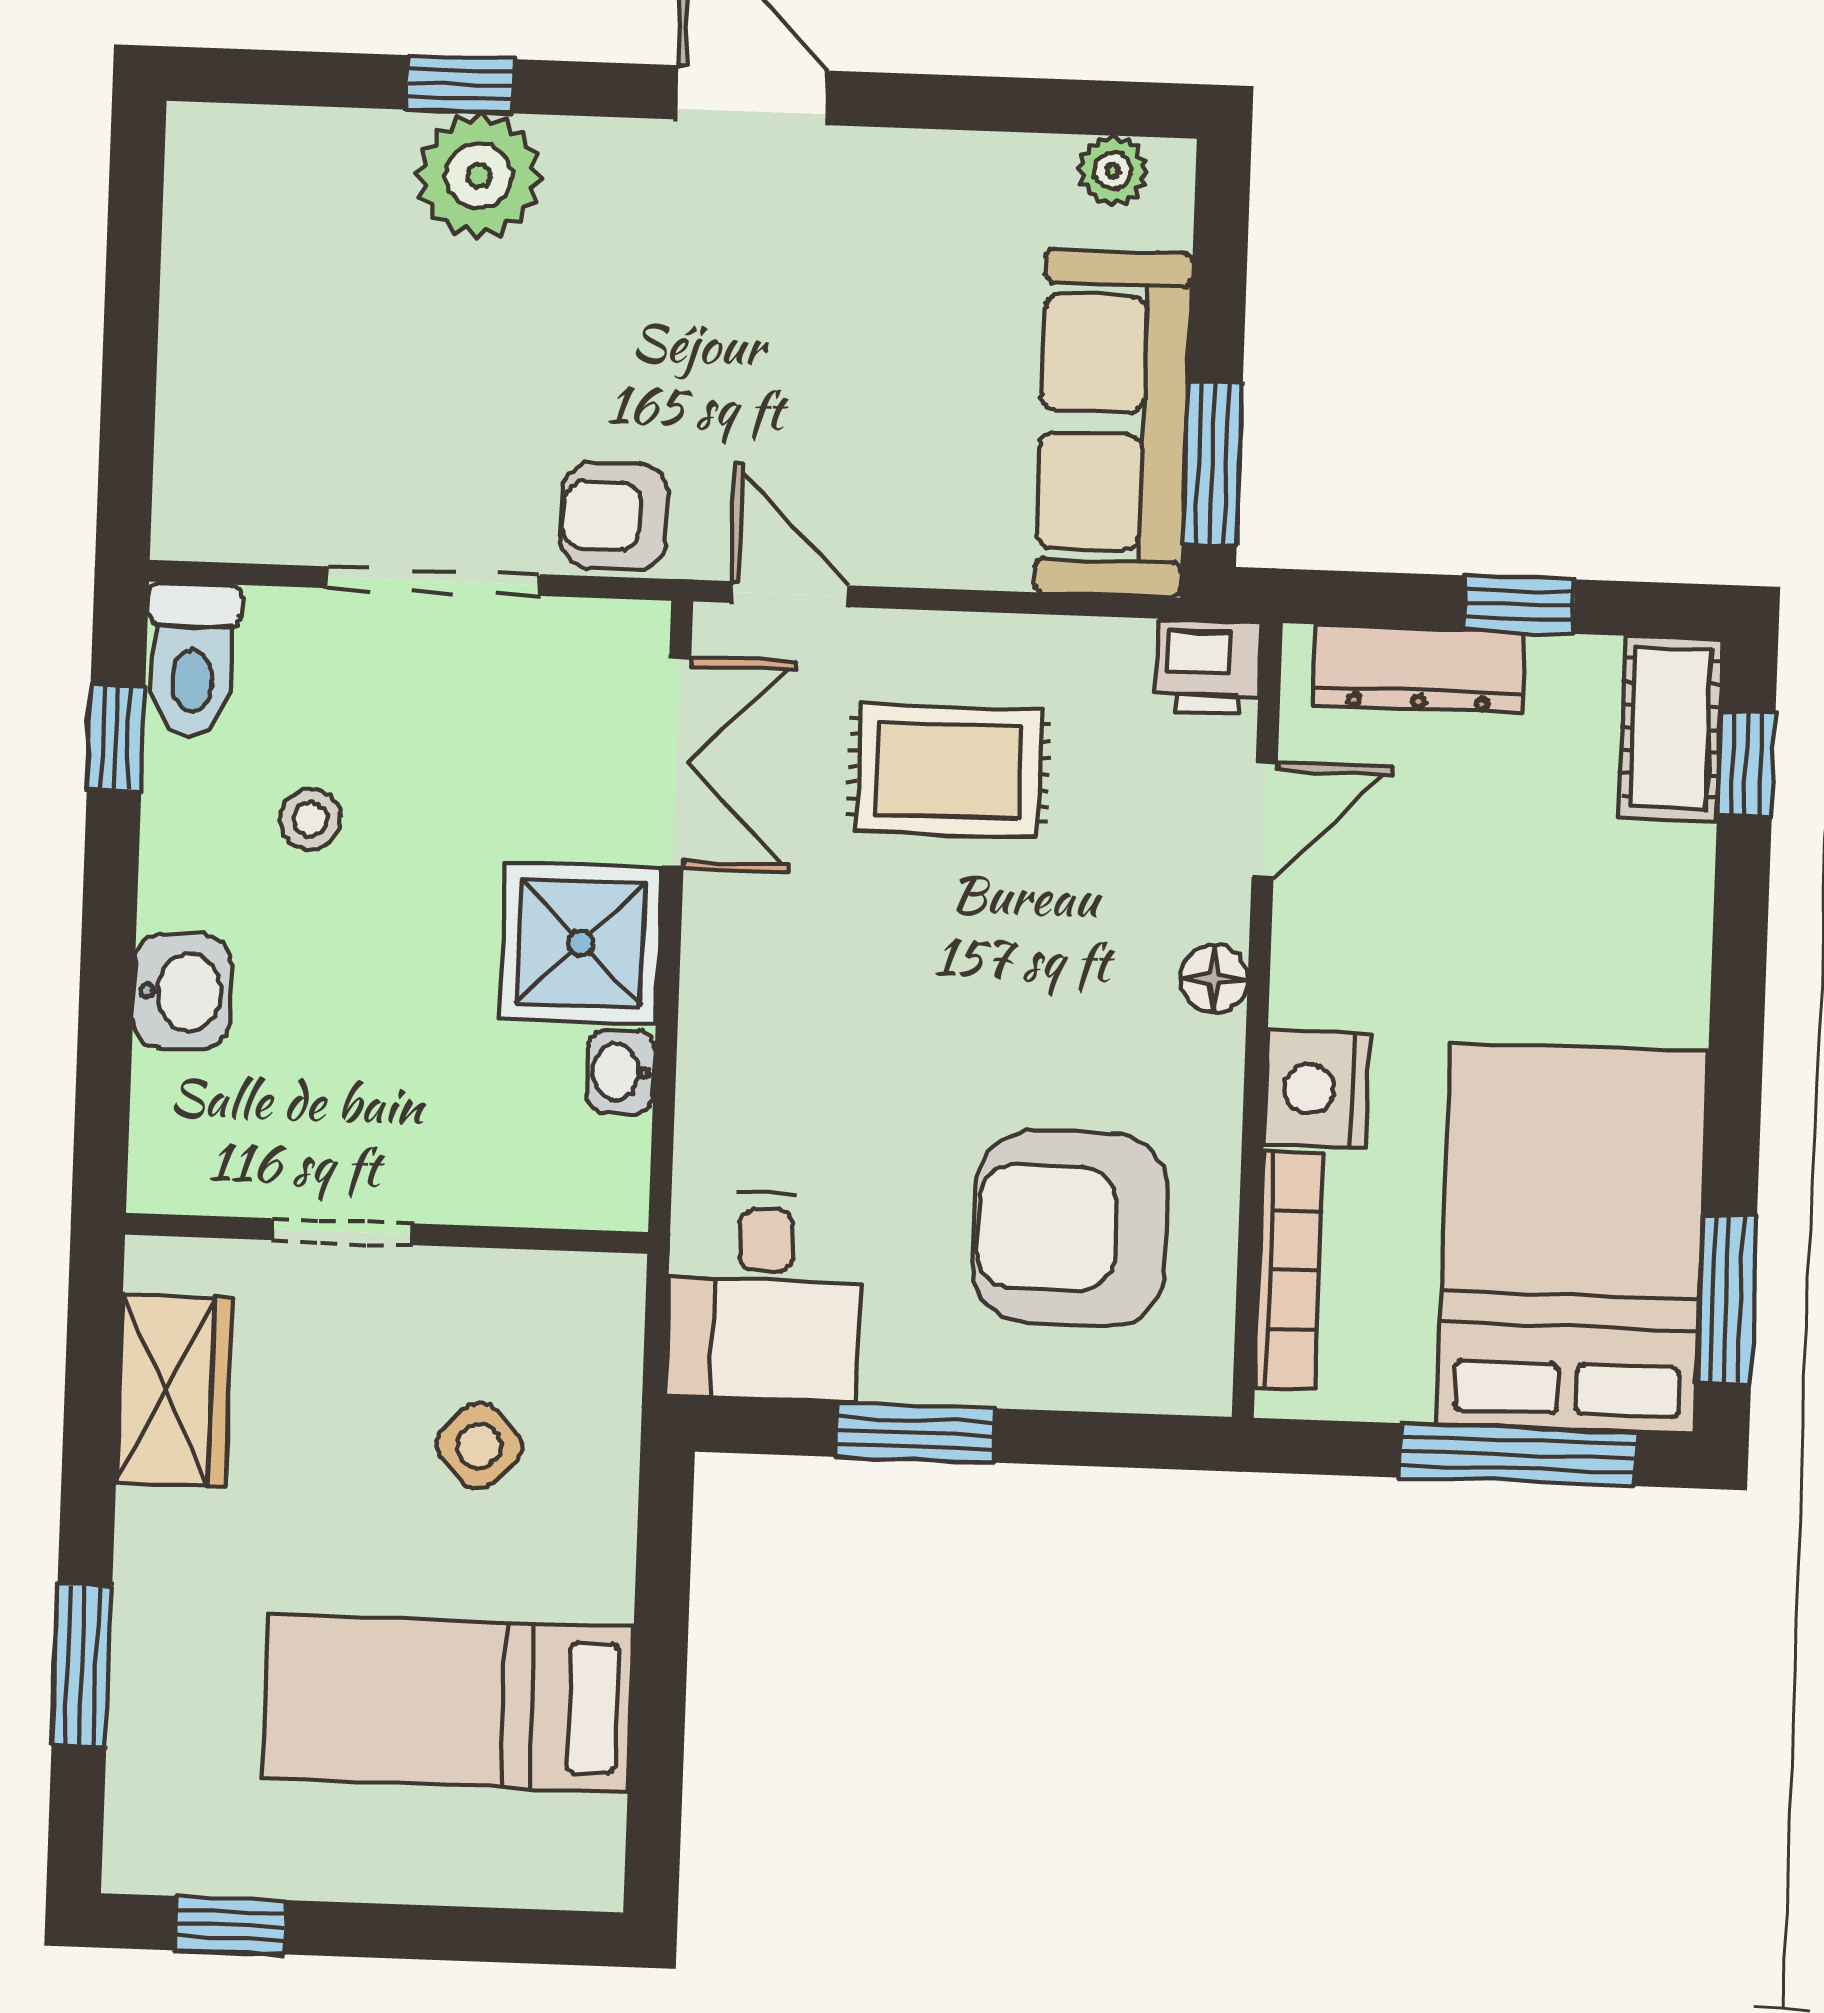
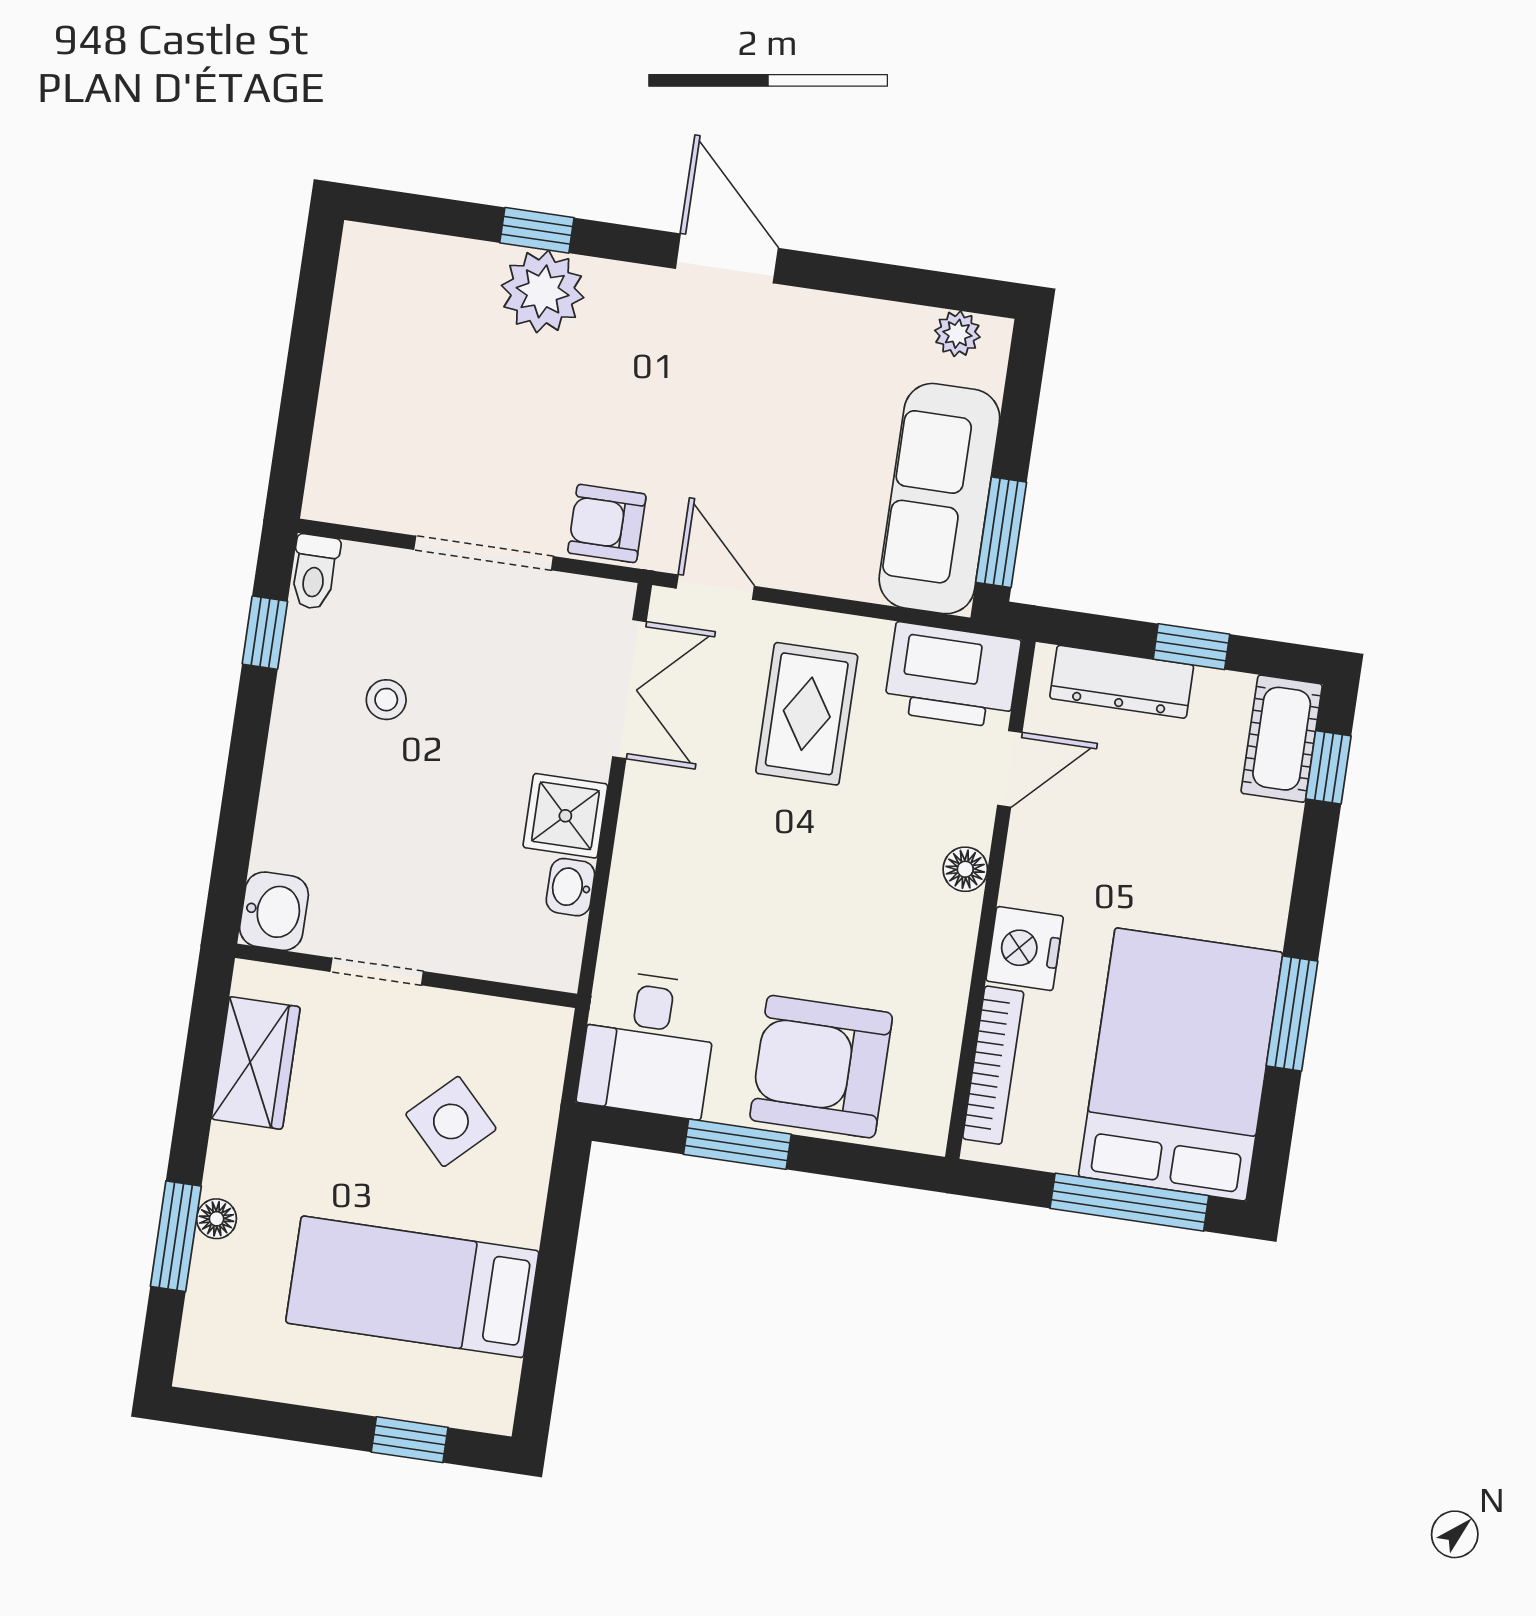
toilet: (193, 660) -> (315, 572), width x0.73, depth x0.72
printer: (1208, 667) -> (952, 675), width x1.87, depth x1.48
rug: (949, 770) -> (807, 714), turned 90
shower: (581, 943) -> (565, 816), width x0.73, depth x0.73
washbasin: (182, 992) -> (274, 911), moved
armchair: (1070, 1228) -> (821, 1067), moved
window: (1727, 1299) -> (1292, 1013), moved
side table: (479, 1446) -> (451, 1121), width x1.37, depth x1.37
floor lamp: (141, 1632) -> (217, 1219), added
window: (230, 1925) -> (410, 1440), moved

